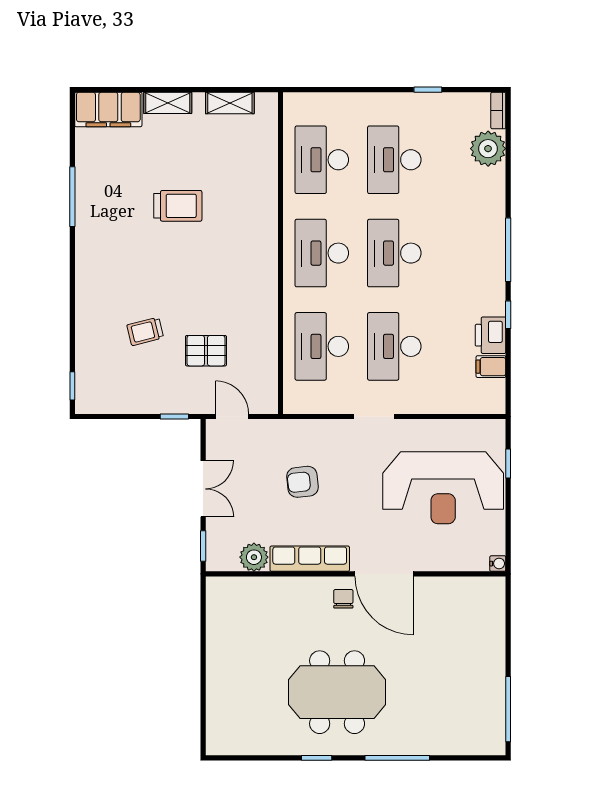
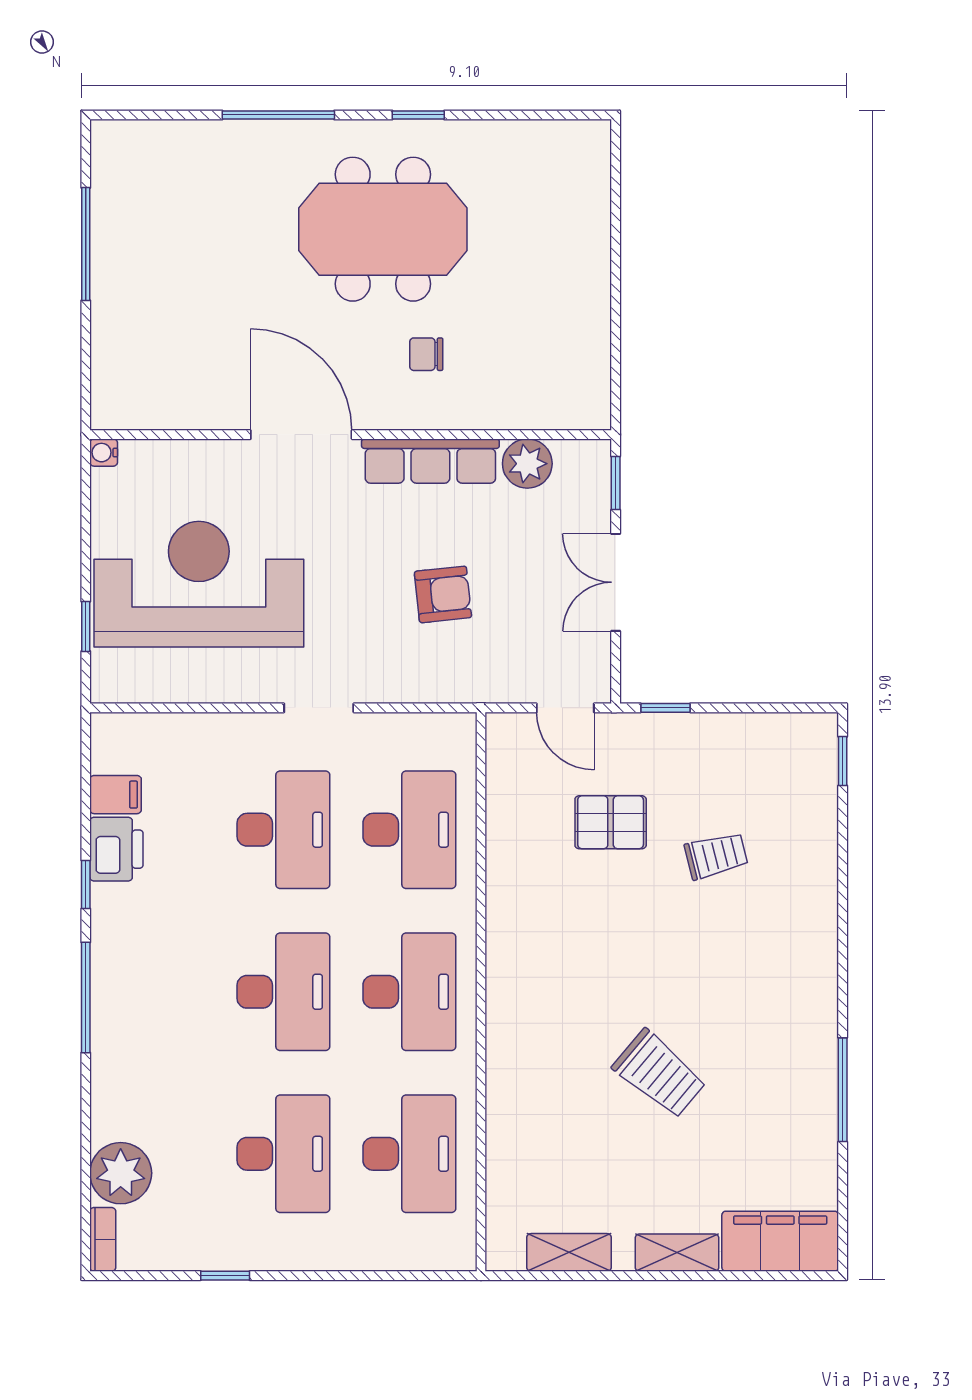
trolley: (178, 206) -> (659, 1074), turned -140
chair: (343, 599) -> (426, 354), moved, turned 90
window: (508, 709) -> (86, 244), moved

